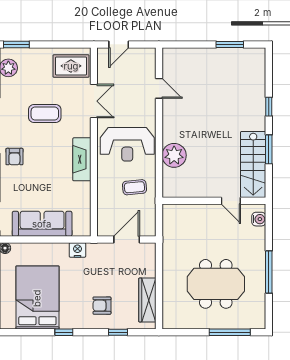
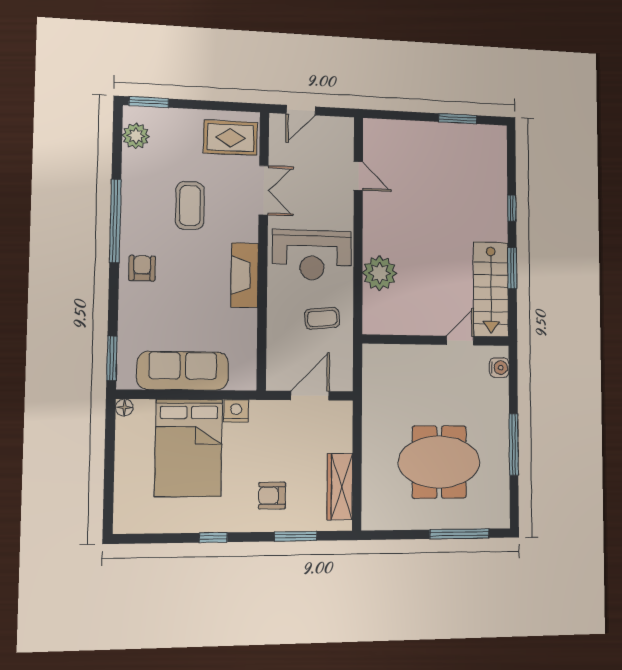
coffee table: (45, 113) -> (190, 206), turned 90
armchair: (14, 157) -> (142, 268), turned 180
door: (231, 201) -> (460, 341), swing flipped
bed: (37, 298) -> (189, 448), moved, turned 180
window: (118, 332) -> (296, 536), width x1.50

